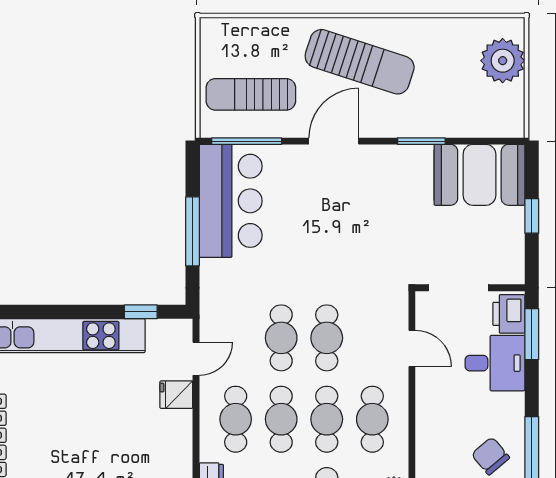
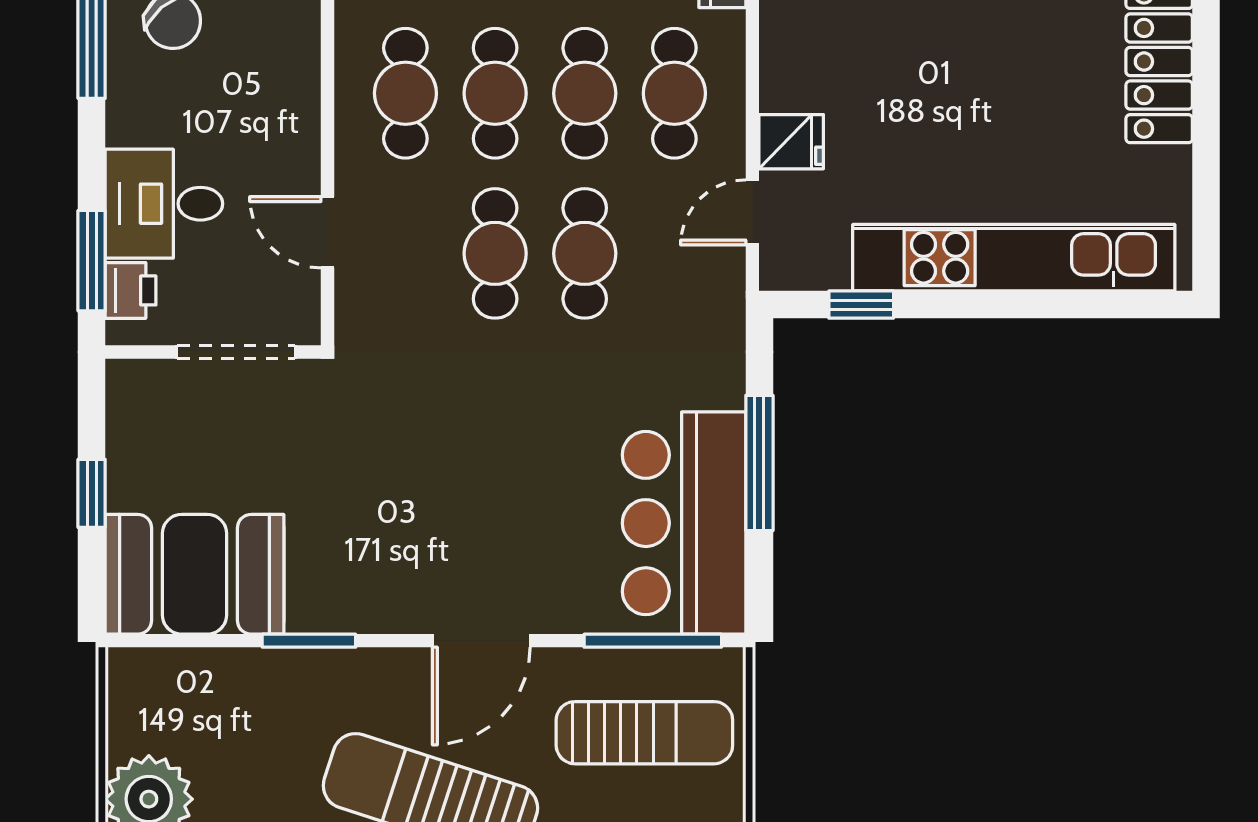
printer: (509, 314) -> (131, 290), width x0.73, depth x0.81

